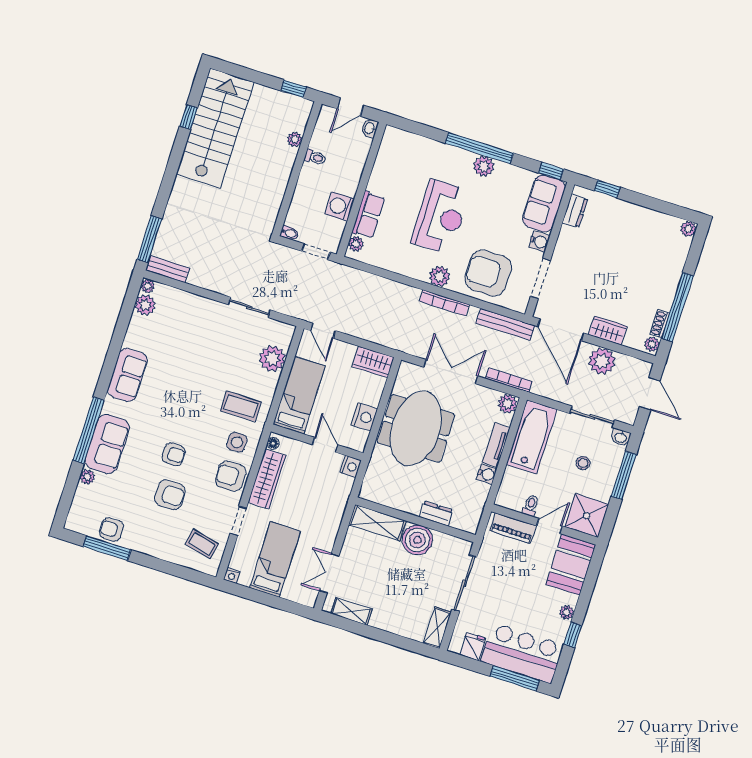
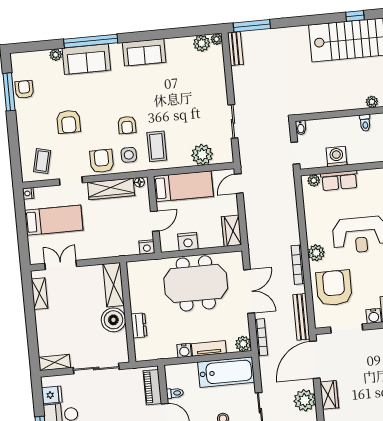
armchair: (174, 454) -> (127, 125), moved

